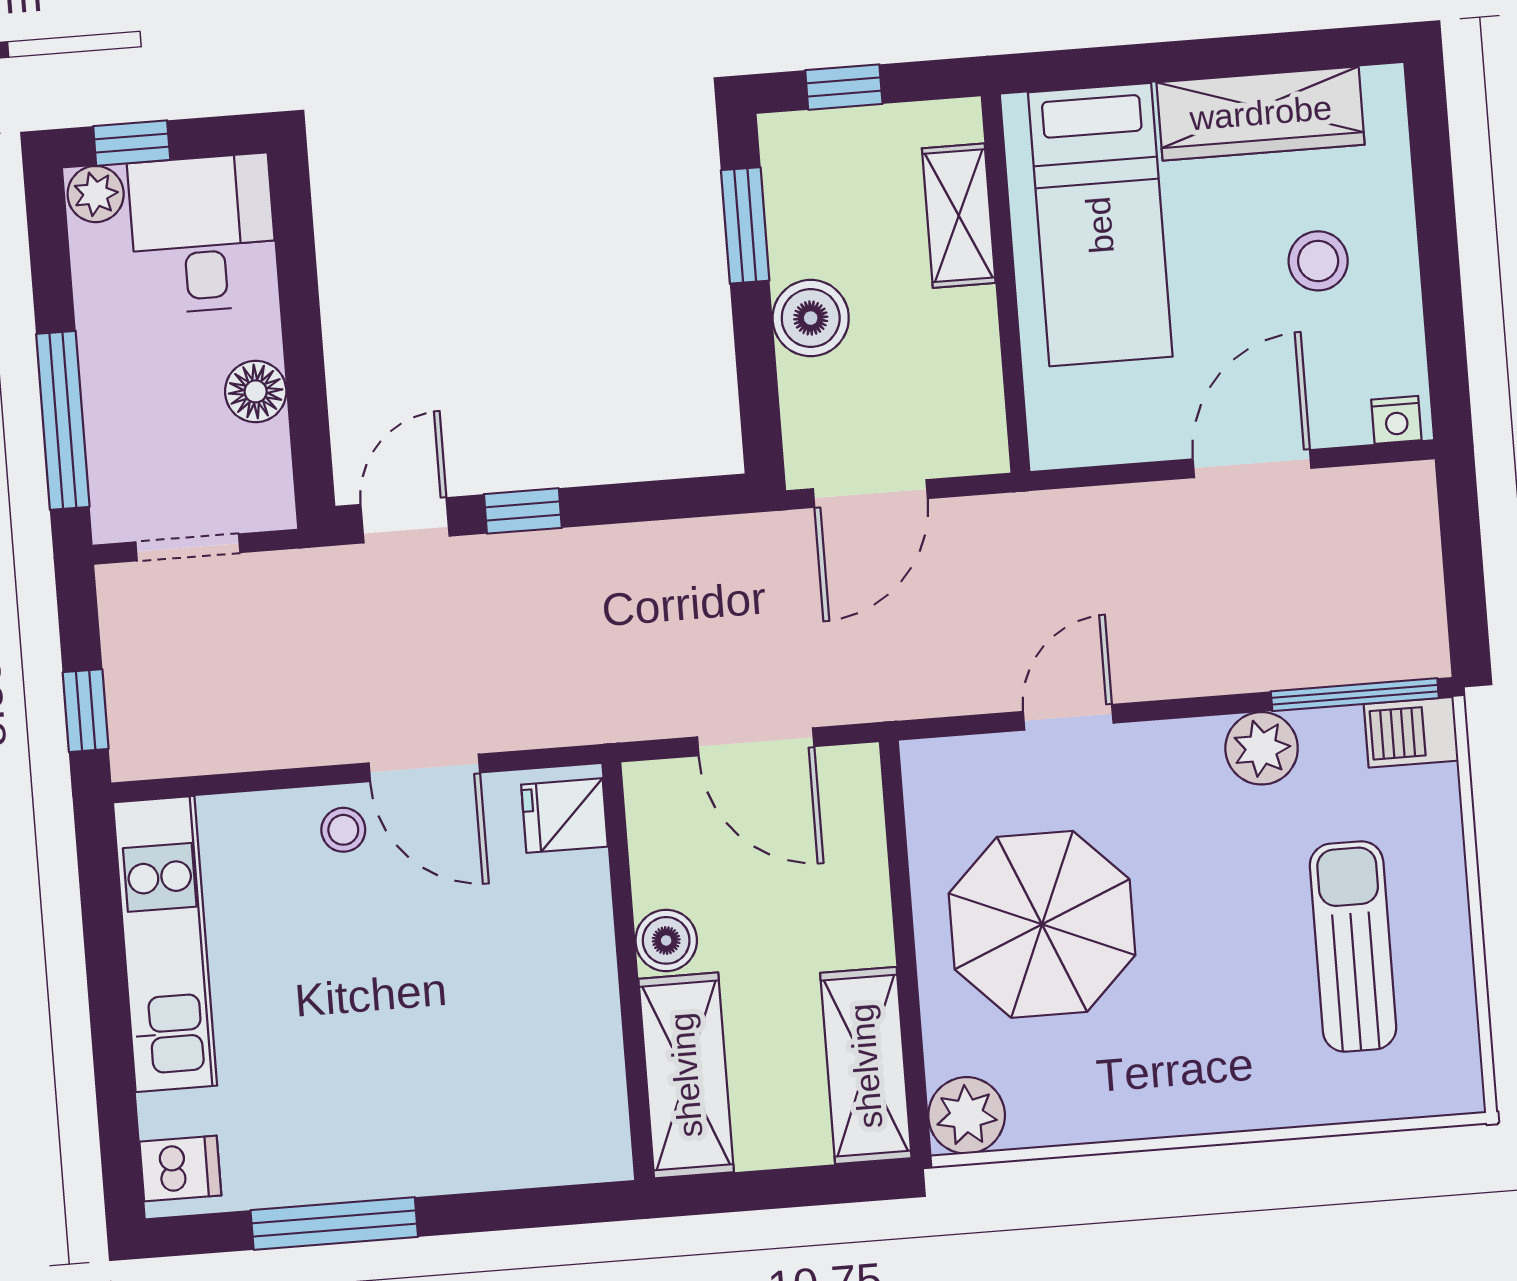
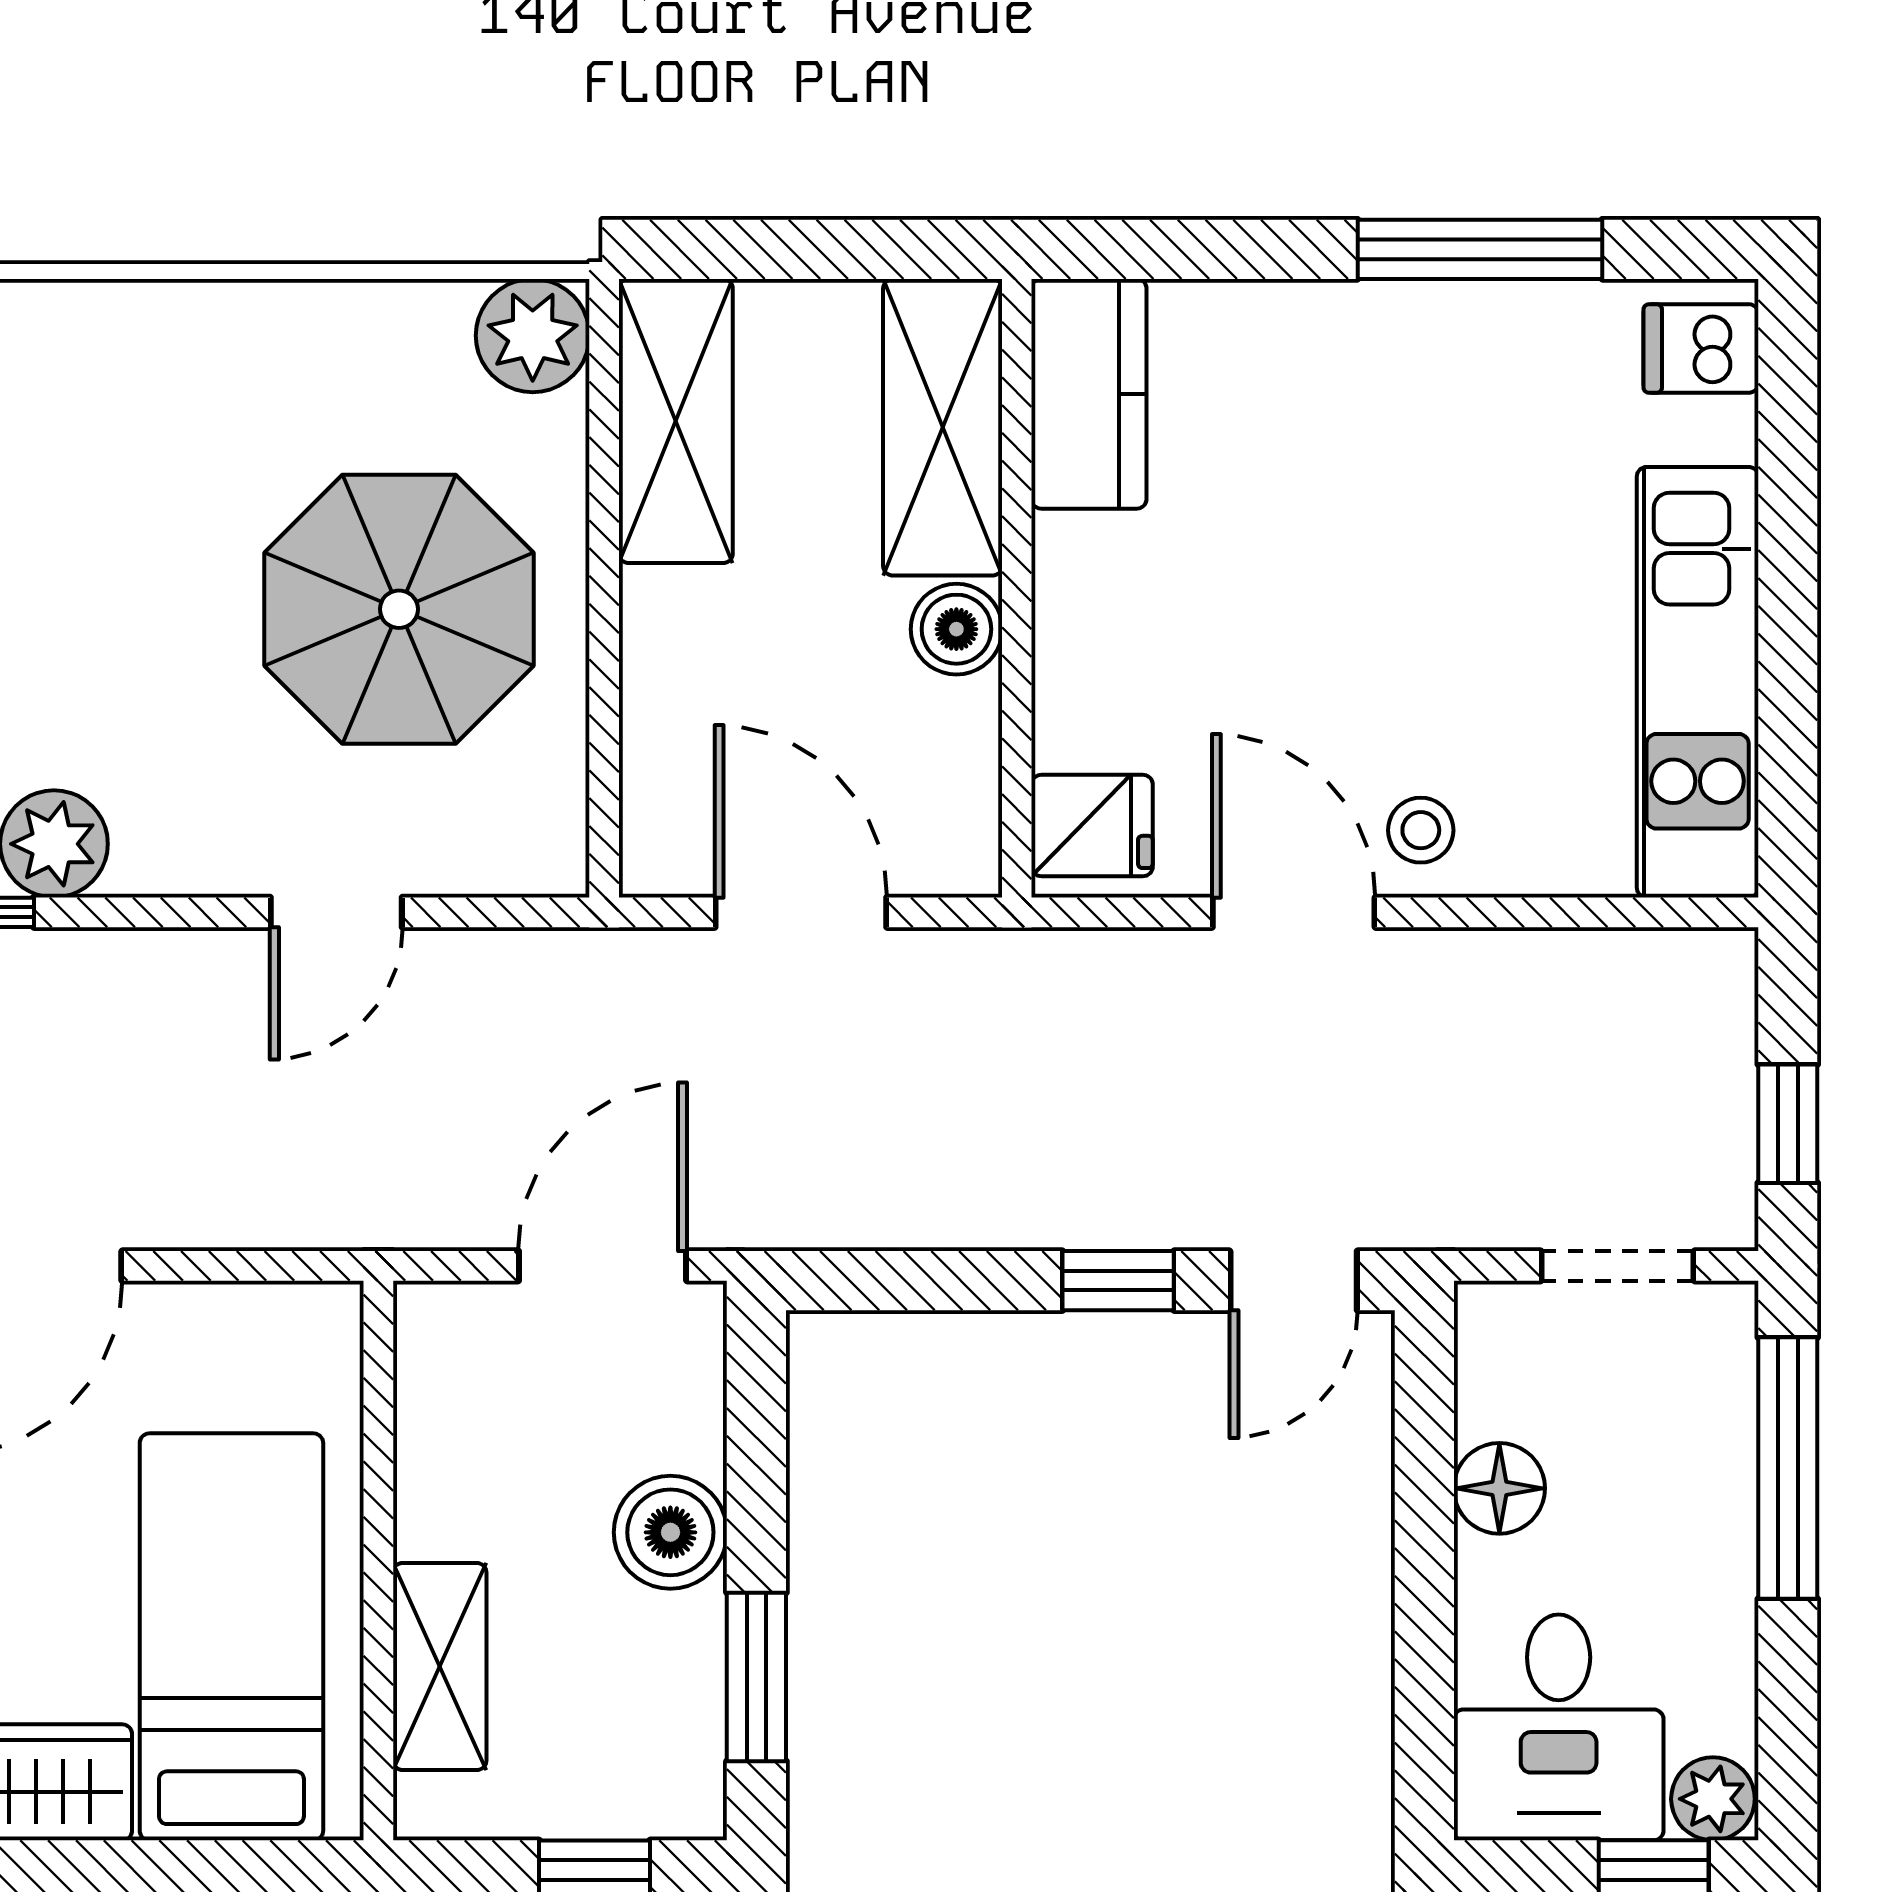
window: (86, 711) -> (1788, 1124), moved
kitchen counter: (589, 1106) -> (1089, 394), added

